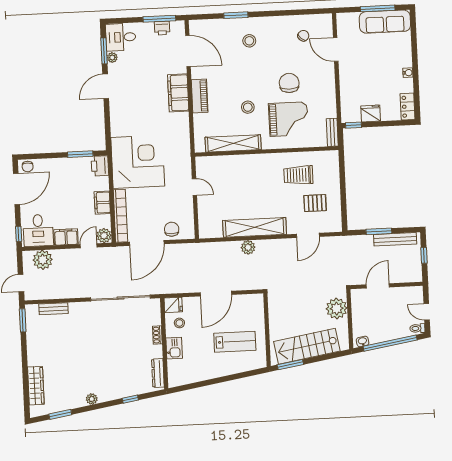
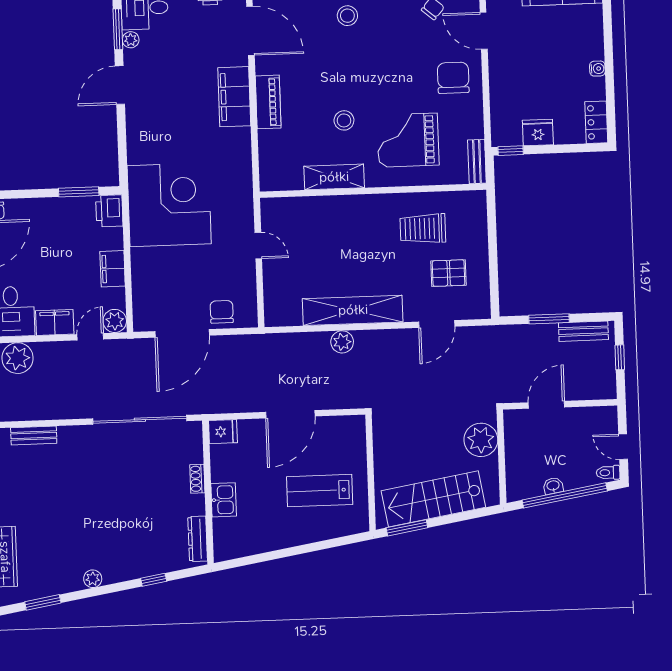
chair: (289, 83) -> (453, 78), moved
grand piano: (288, 119) -> (408, 140), turned 180
shelving: (233, 143) -> (334, 177), width x0.68
bookcase: (120, 216) -> (141, 290), removed
bench: (395, 239) -> (583, 331), width x0.73
stool: (179, 323) -> (232, 460), removed
washbasin: (363, 341) -> (553, 486), moved
lab bench: (235, 342) -> (320, 491), turned 180

